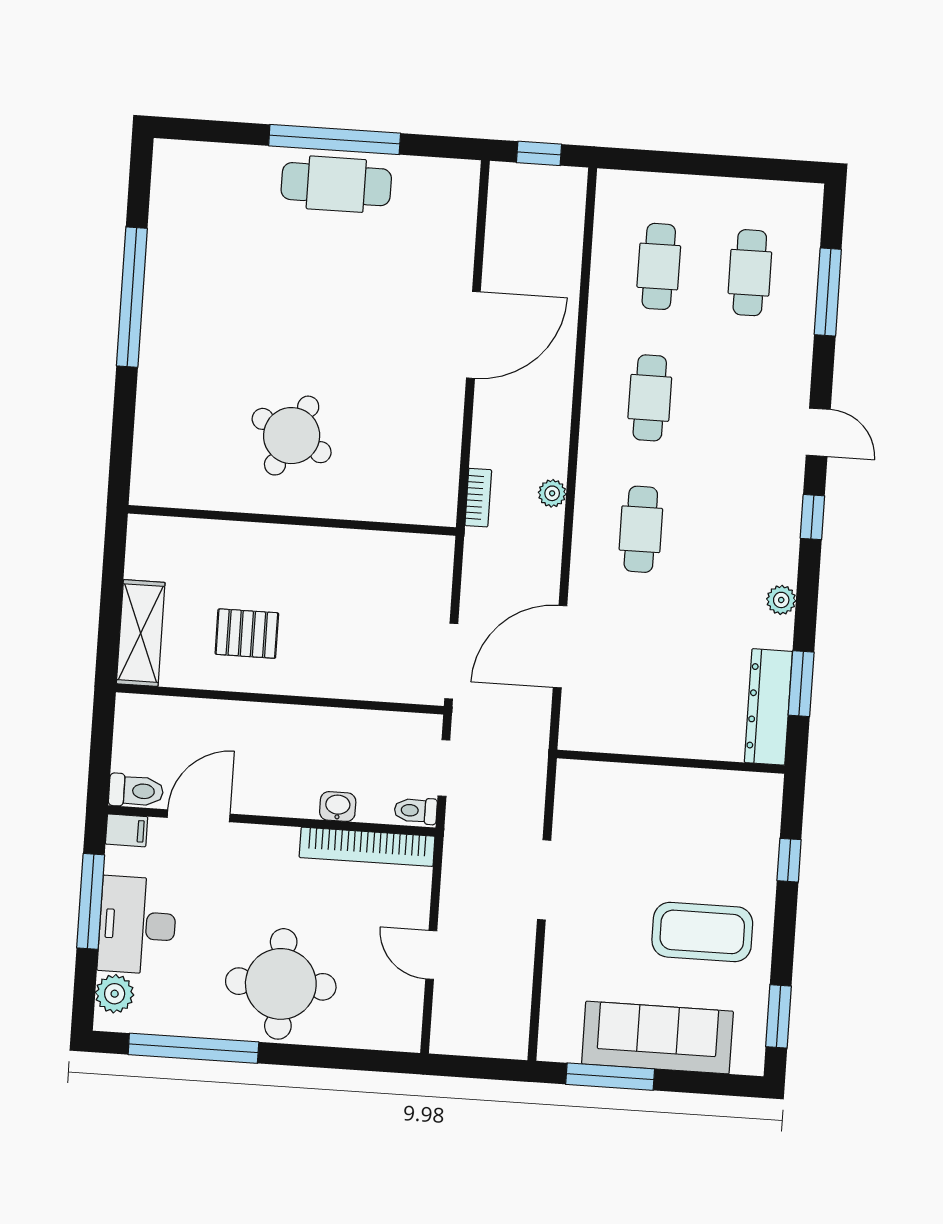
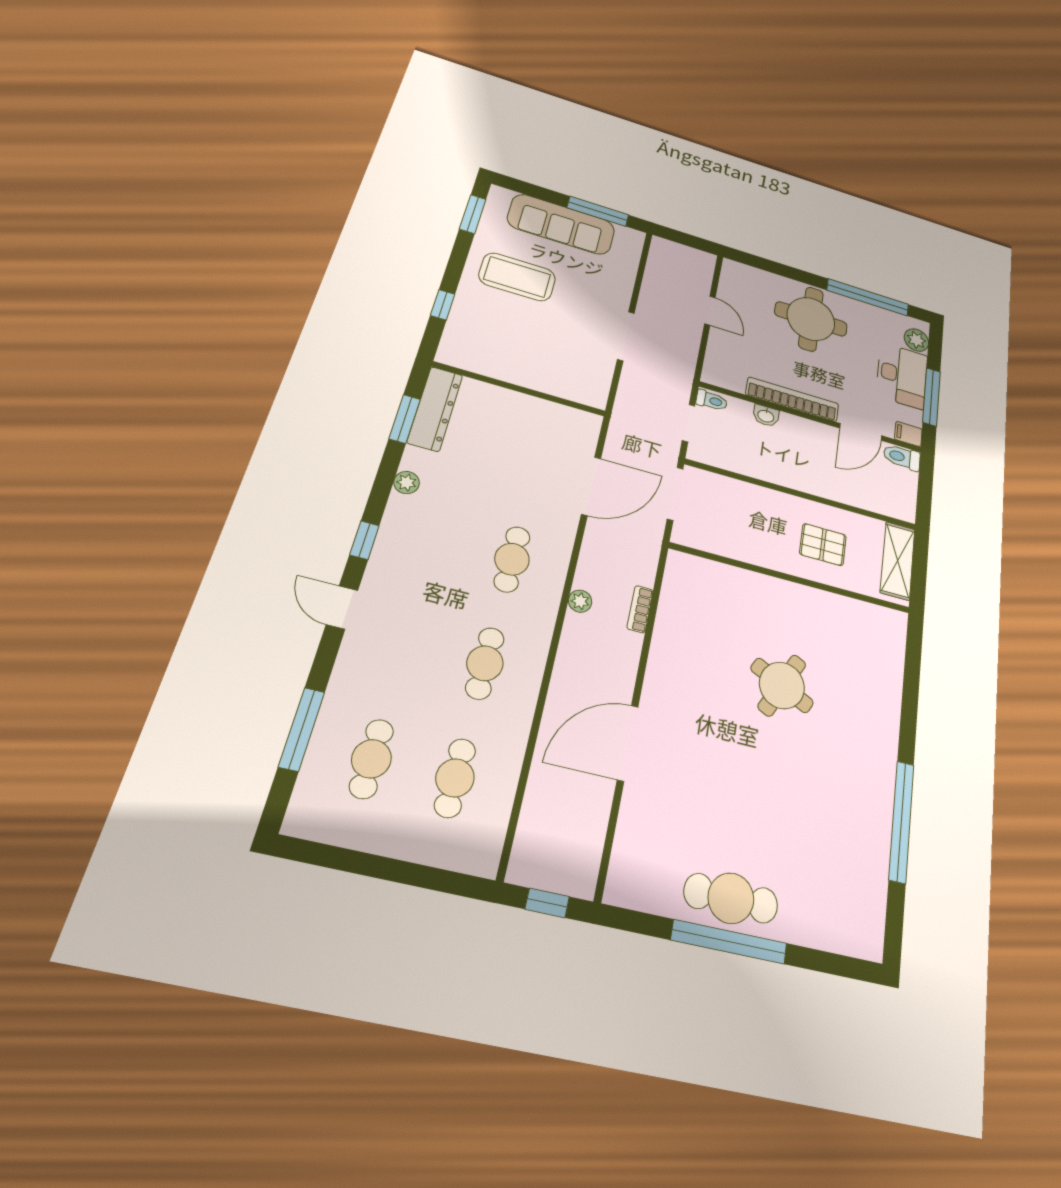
wall: (292, 520) -> (791, 578), moved
bookcase: (367, 847) -> (792, 399), moved

